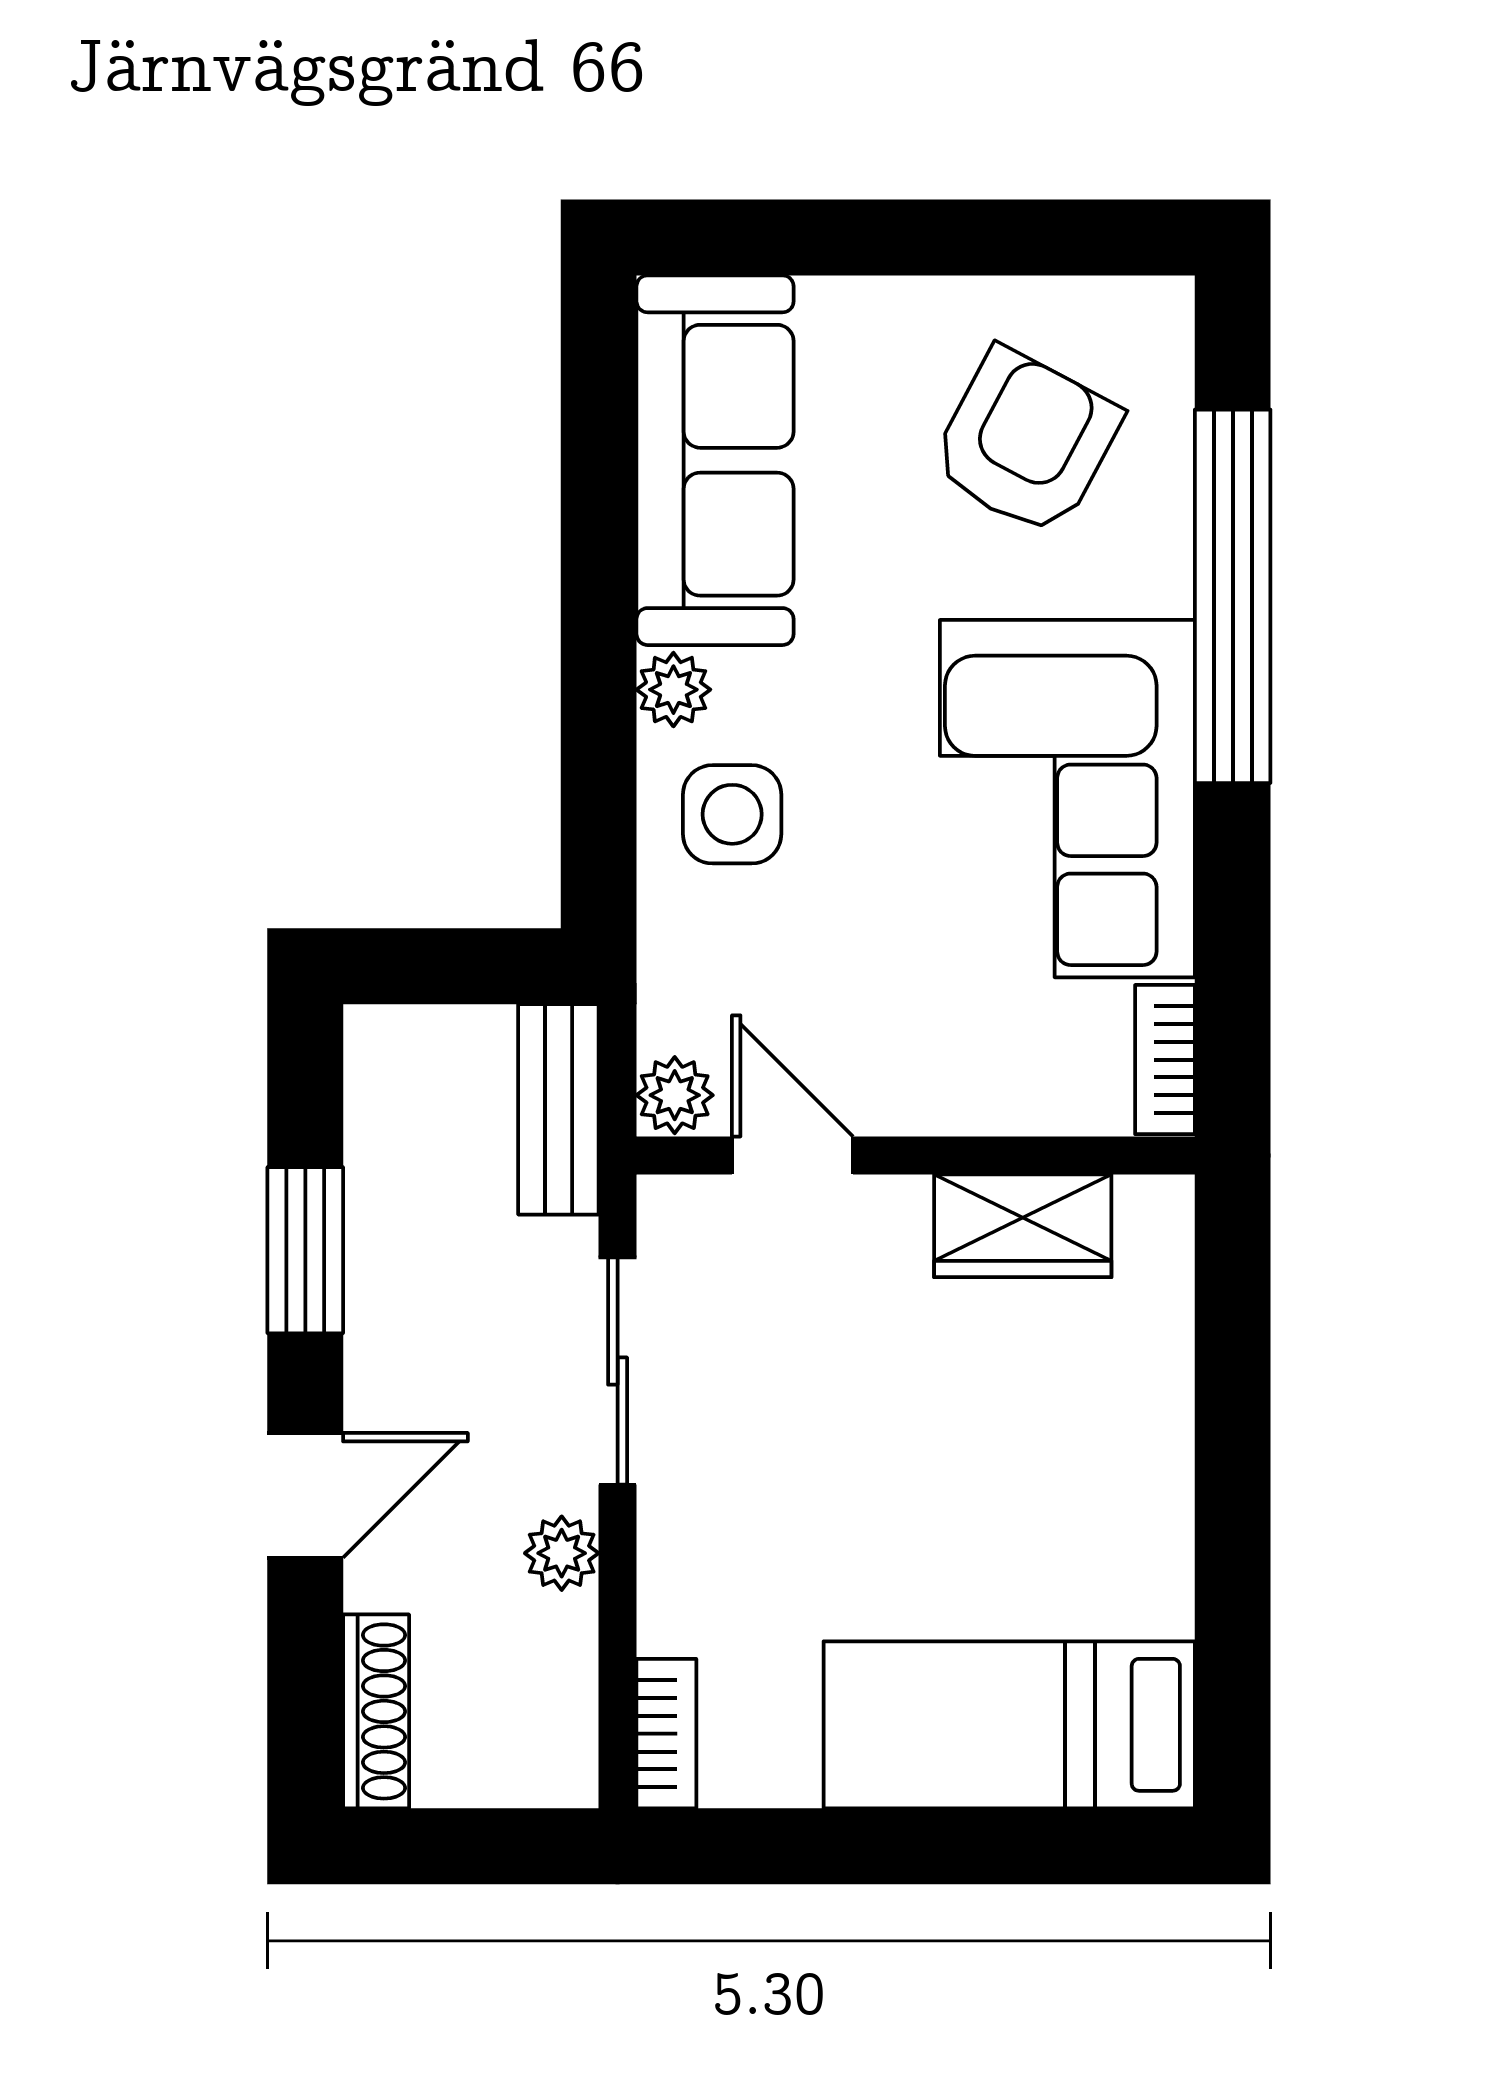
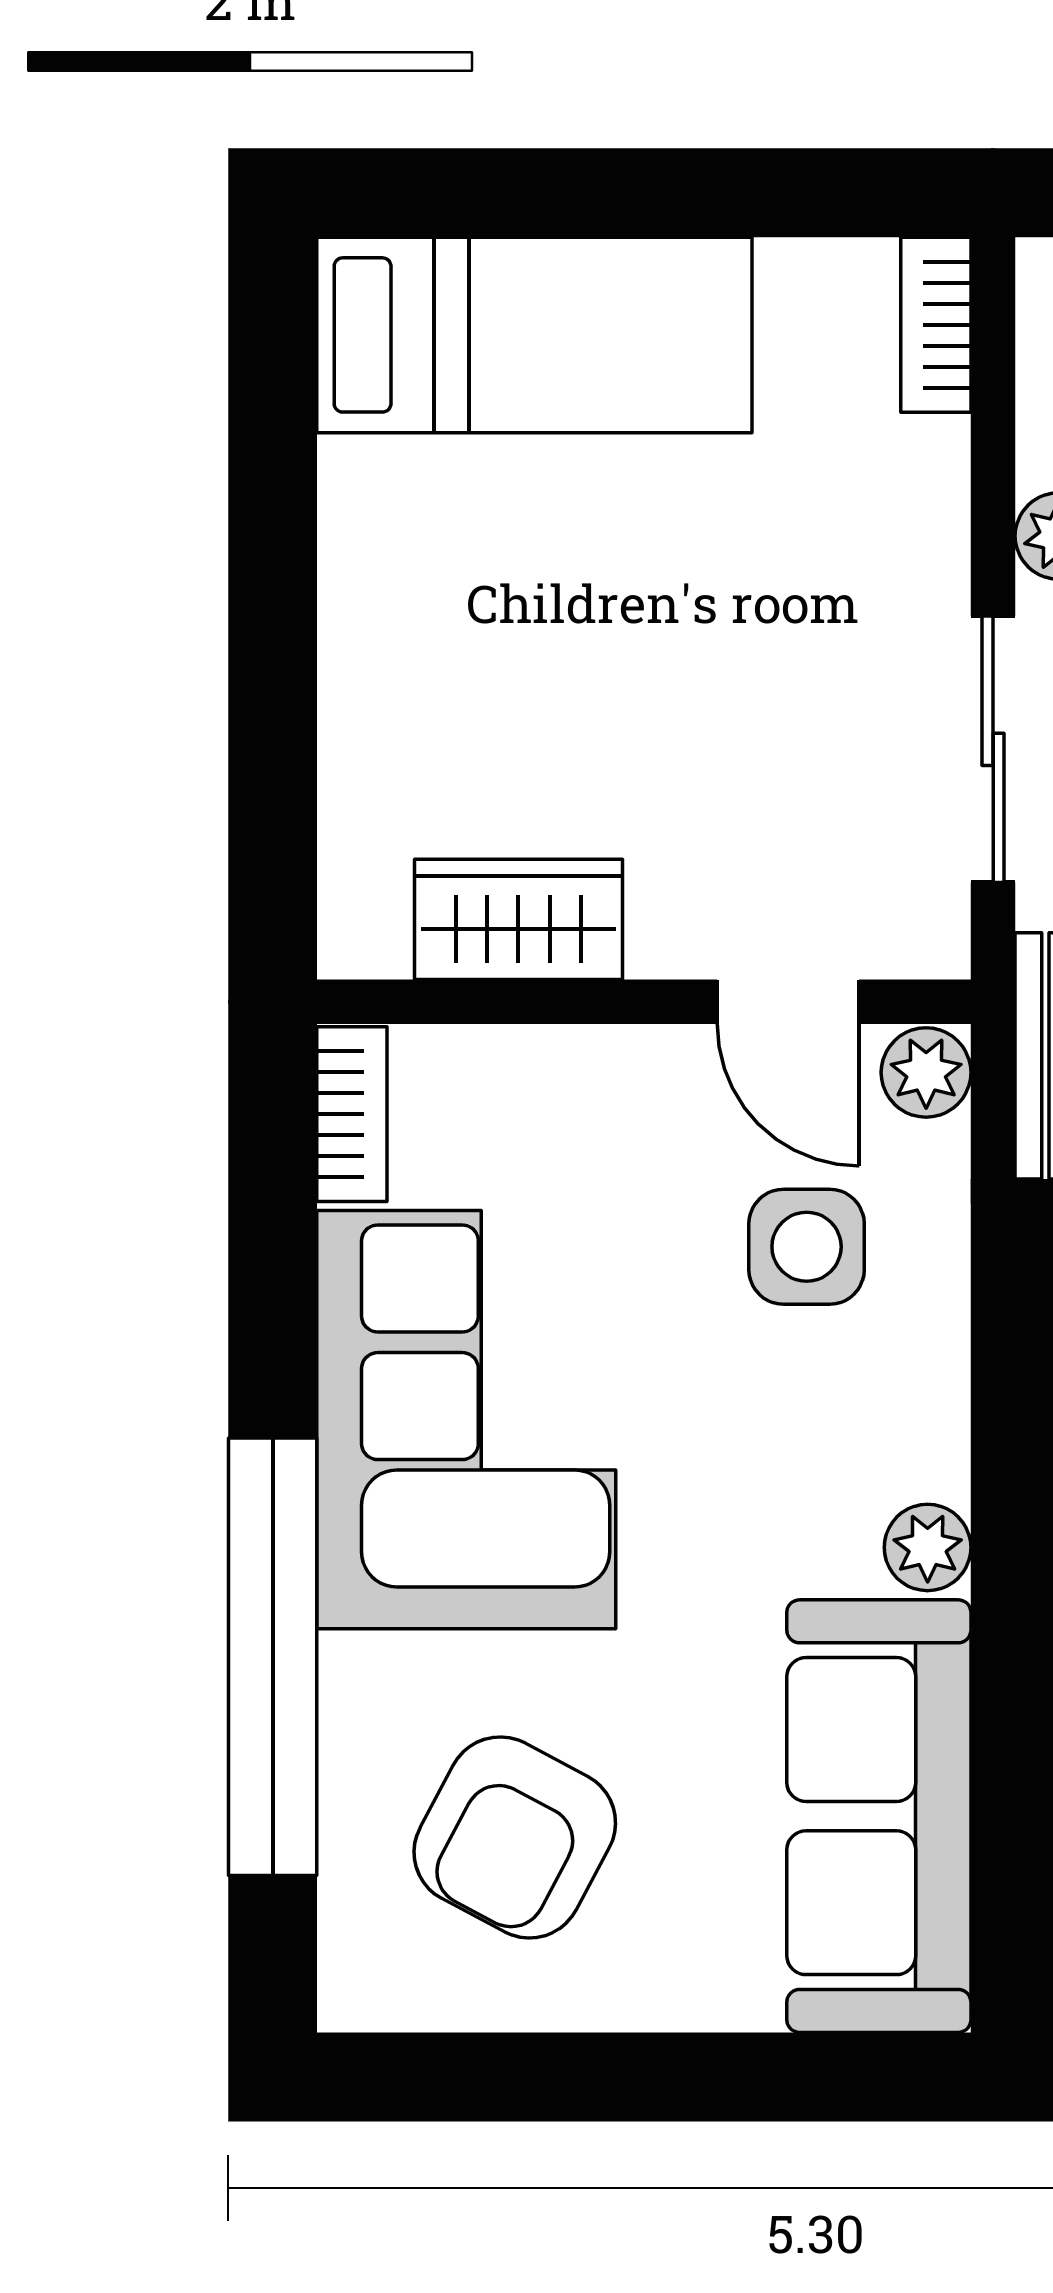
side table: (732, 814) -> (807, 1247), moved

